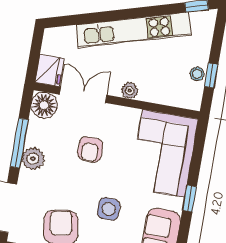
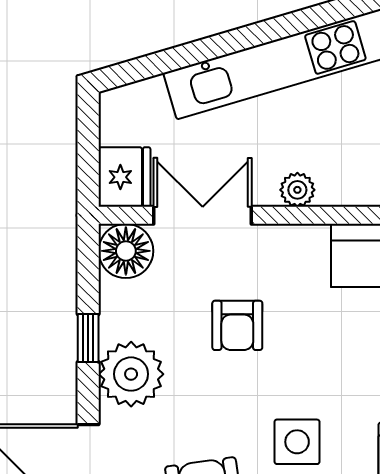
window: (19, 143) -> (88, 338), width x0.46
plant: (33, 159) -> (131, 374), width x1.36, depth x1.36

